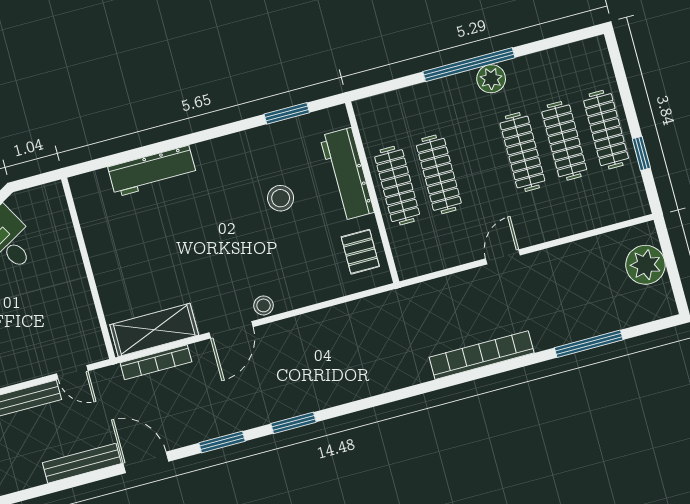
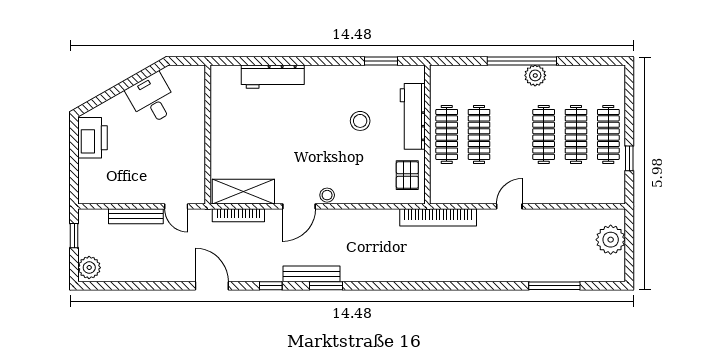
bookcase: (482, 355) -> (438, 217), moved, turned 180
window: (222, 442) -> (271, 286), width x0.67
bench: (82, 463) -> (312, 274), moved

